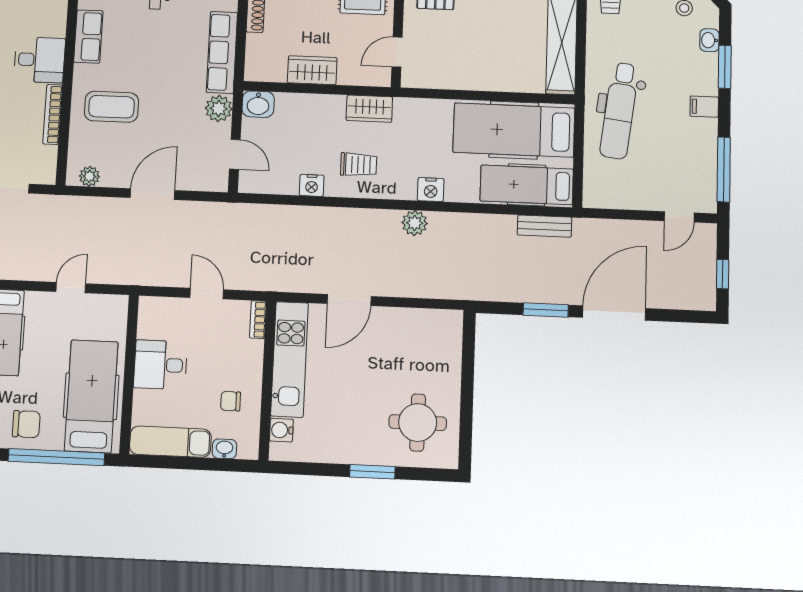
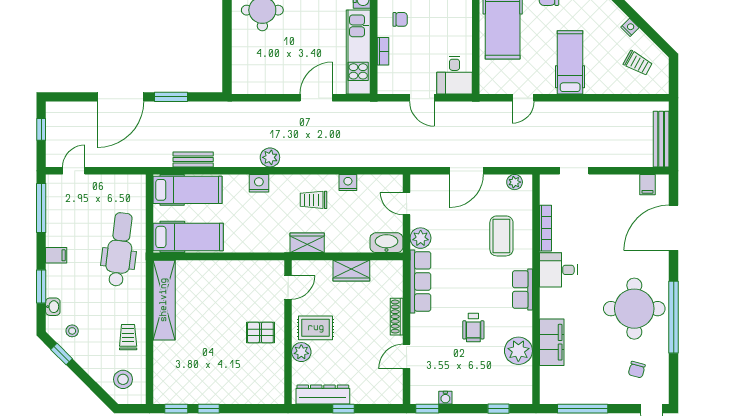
washbasin: (258, 104) -> (386, 243), width x1.38
coffee table: (111, 107) -> (501, 236), turned 90
hospital bed: (514, 130) -> (188, 237), width x0.73, depth x0.78
bench: (544, 226) -> (193, 159), moved
bookcase: (258, 320) -> (383, 51), moved
desk: (160, 365) -> (454, 75), moved, turned 90

